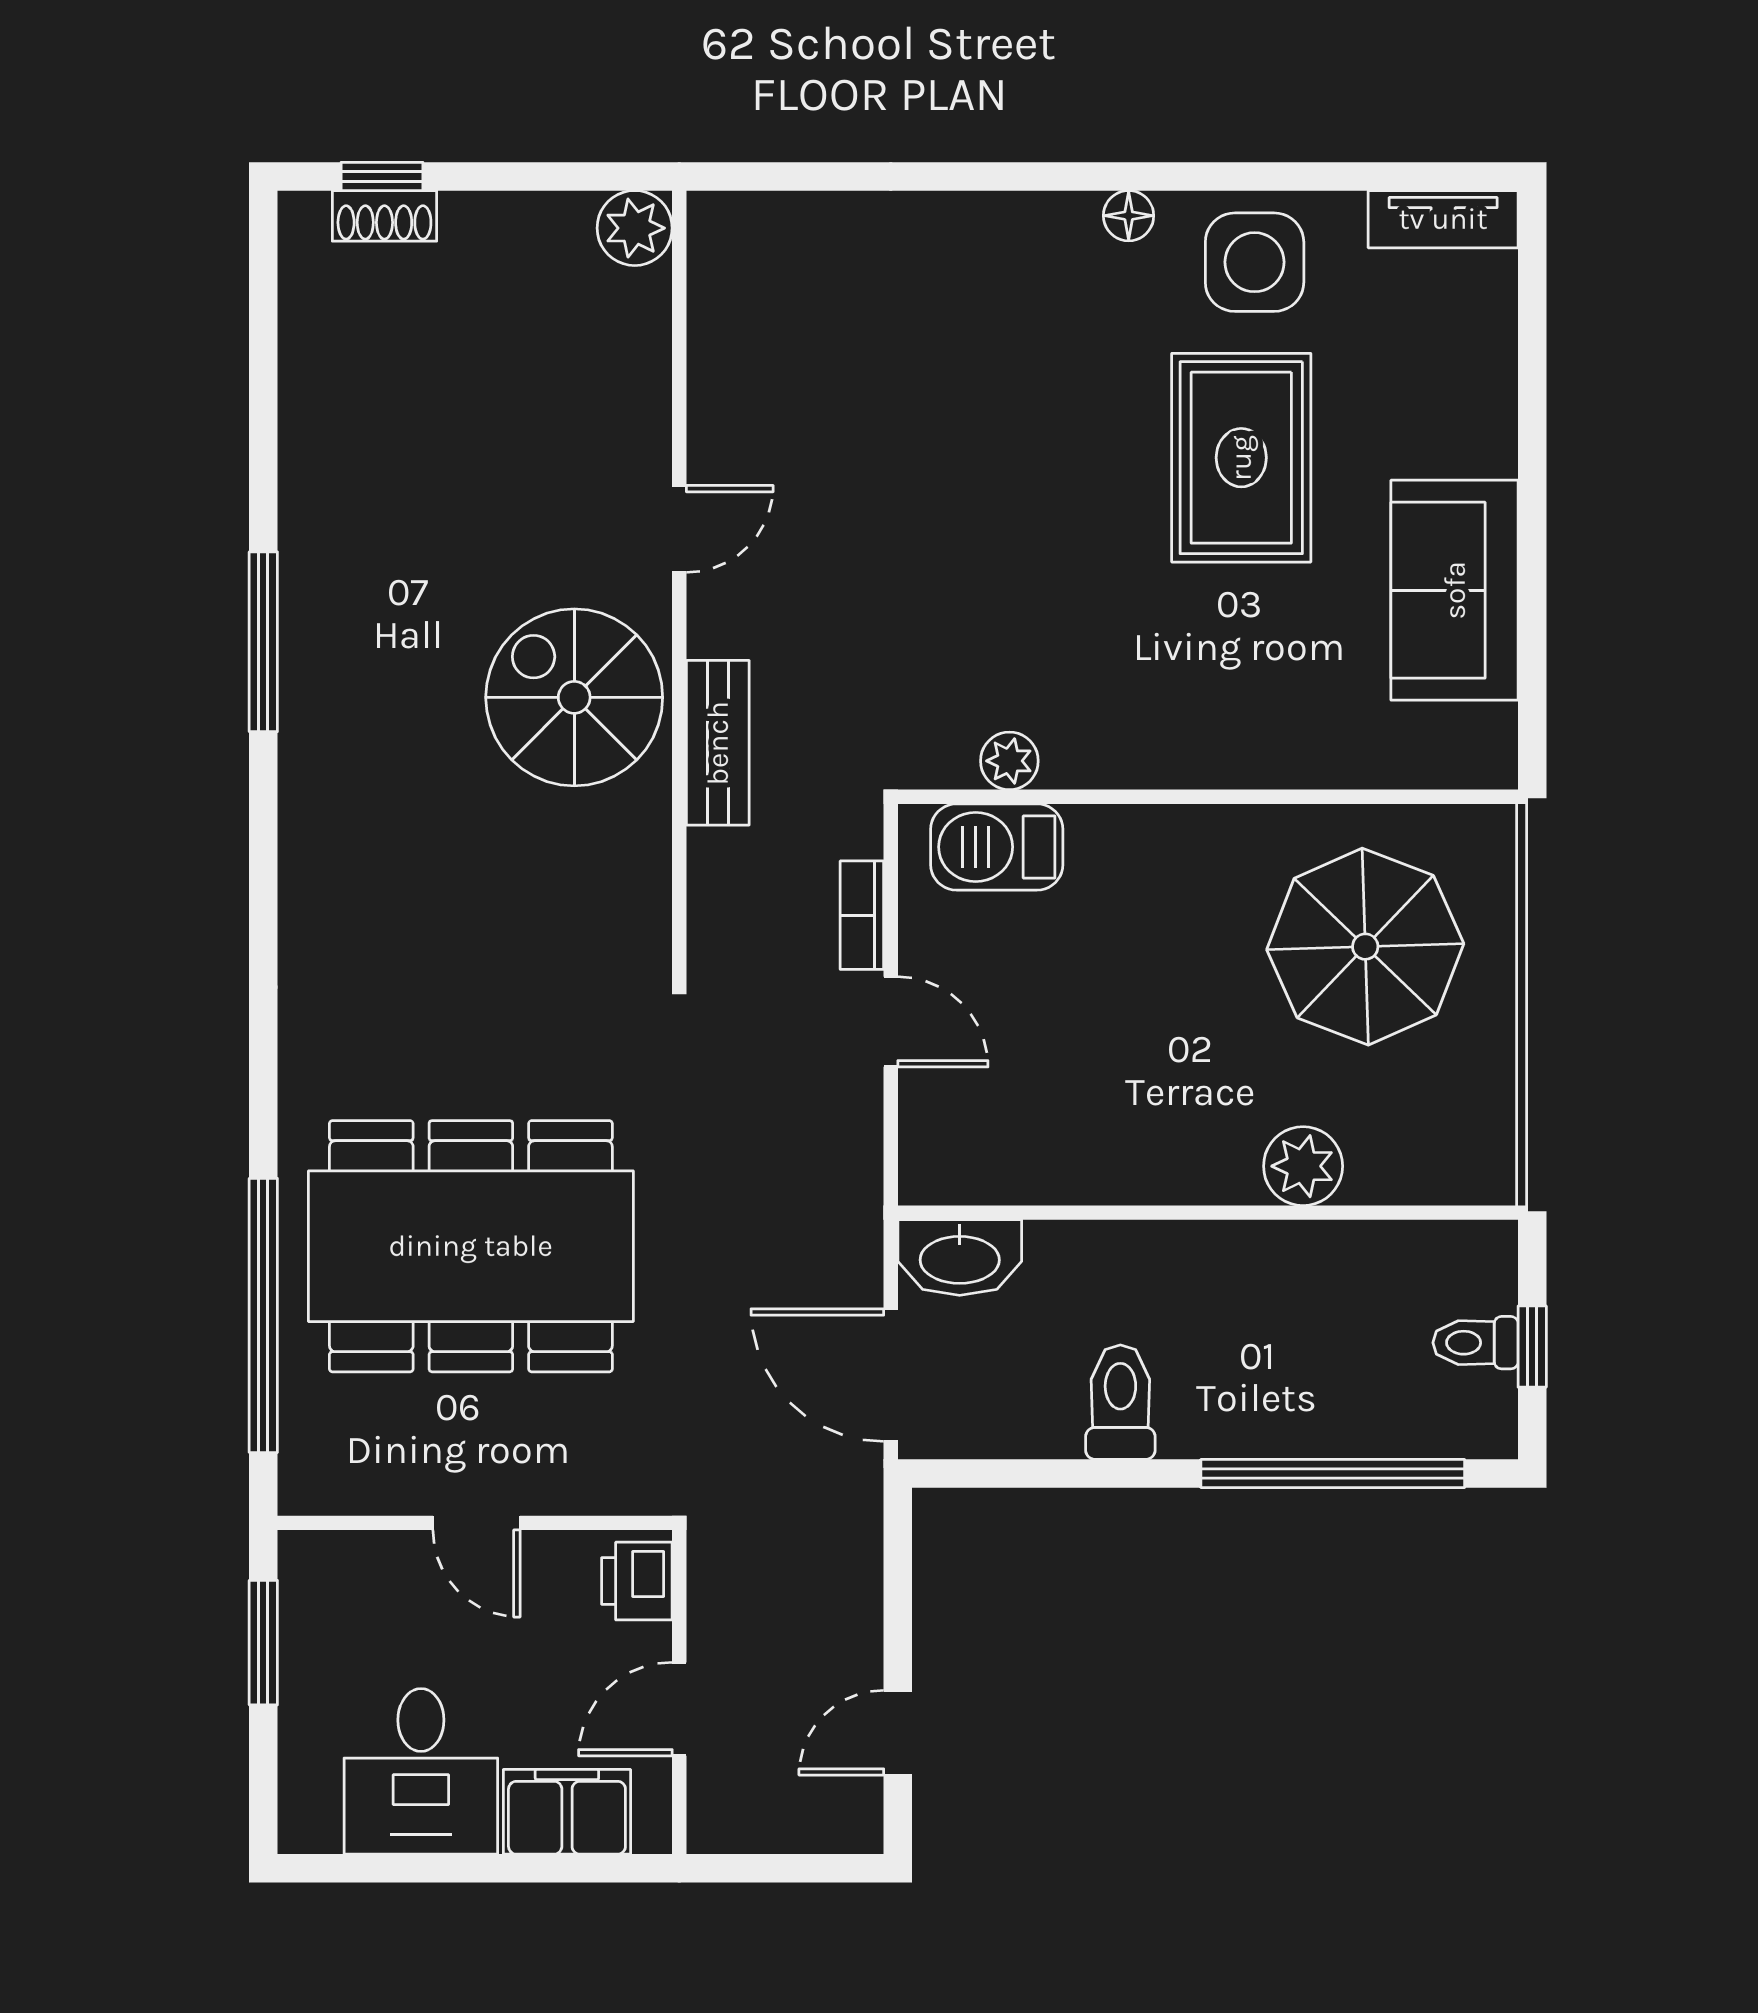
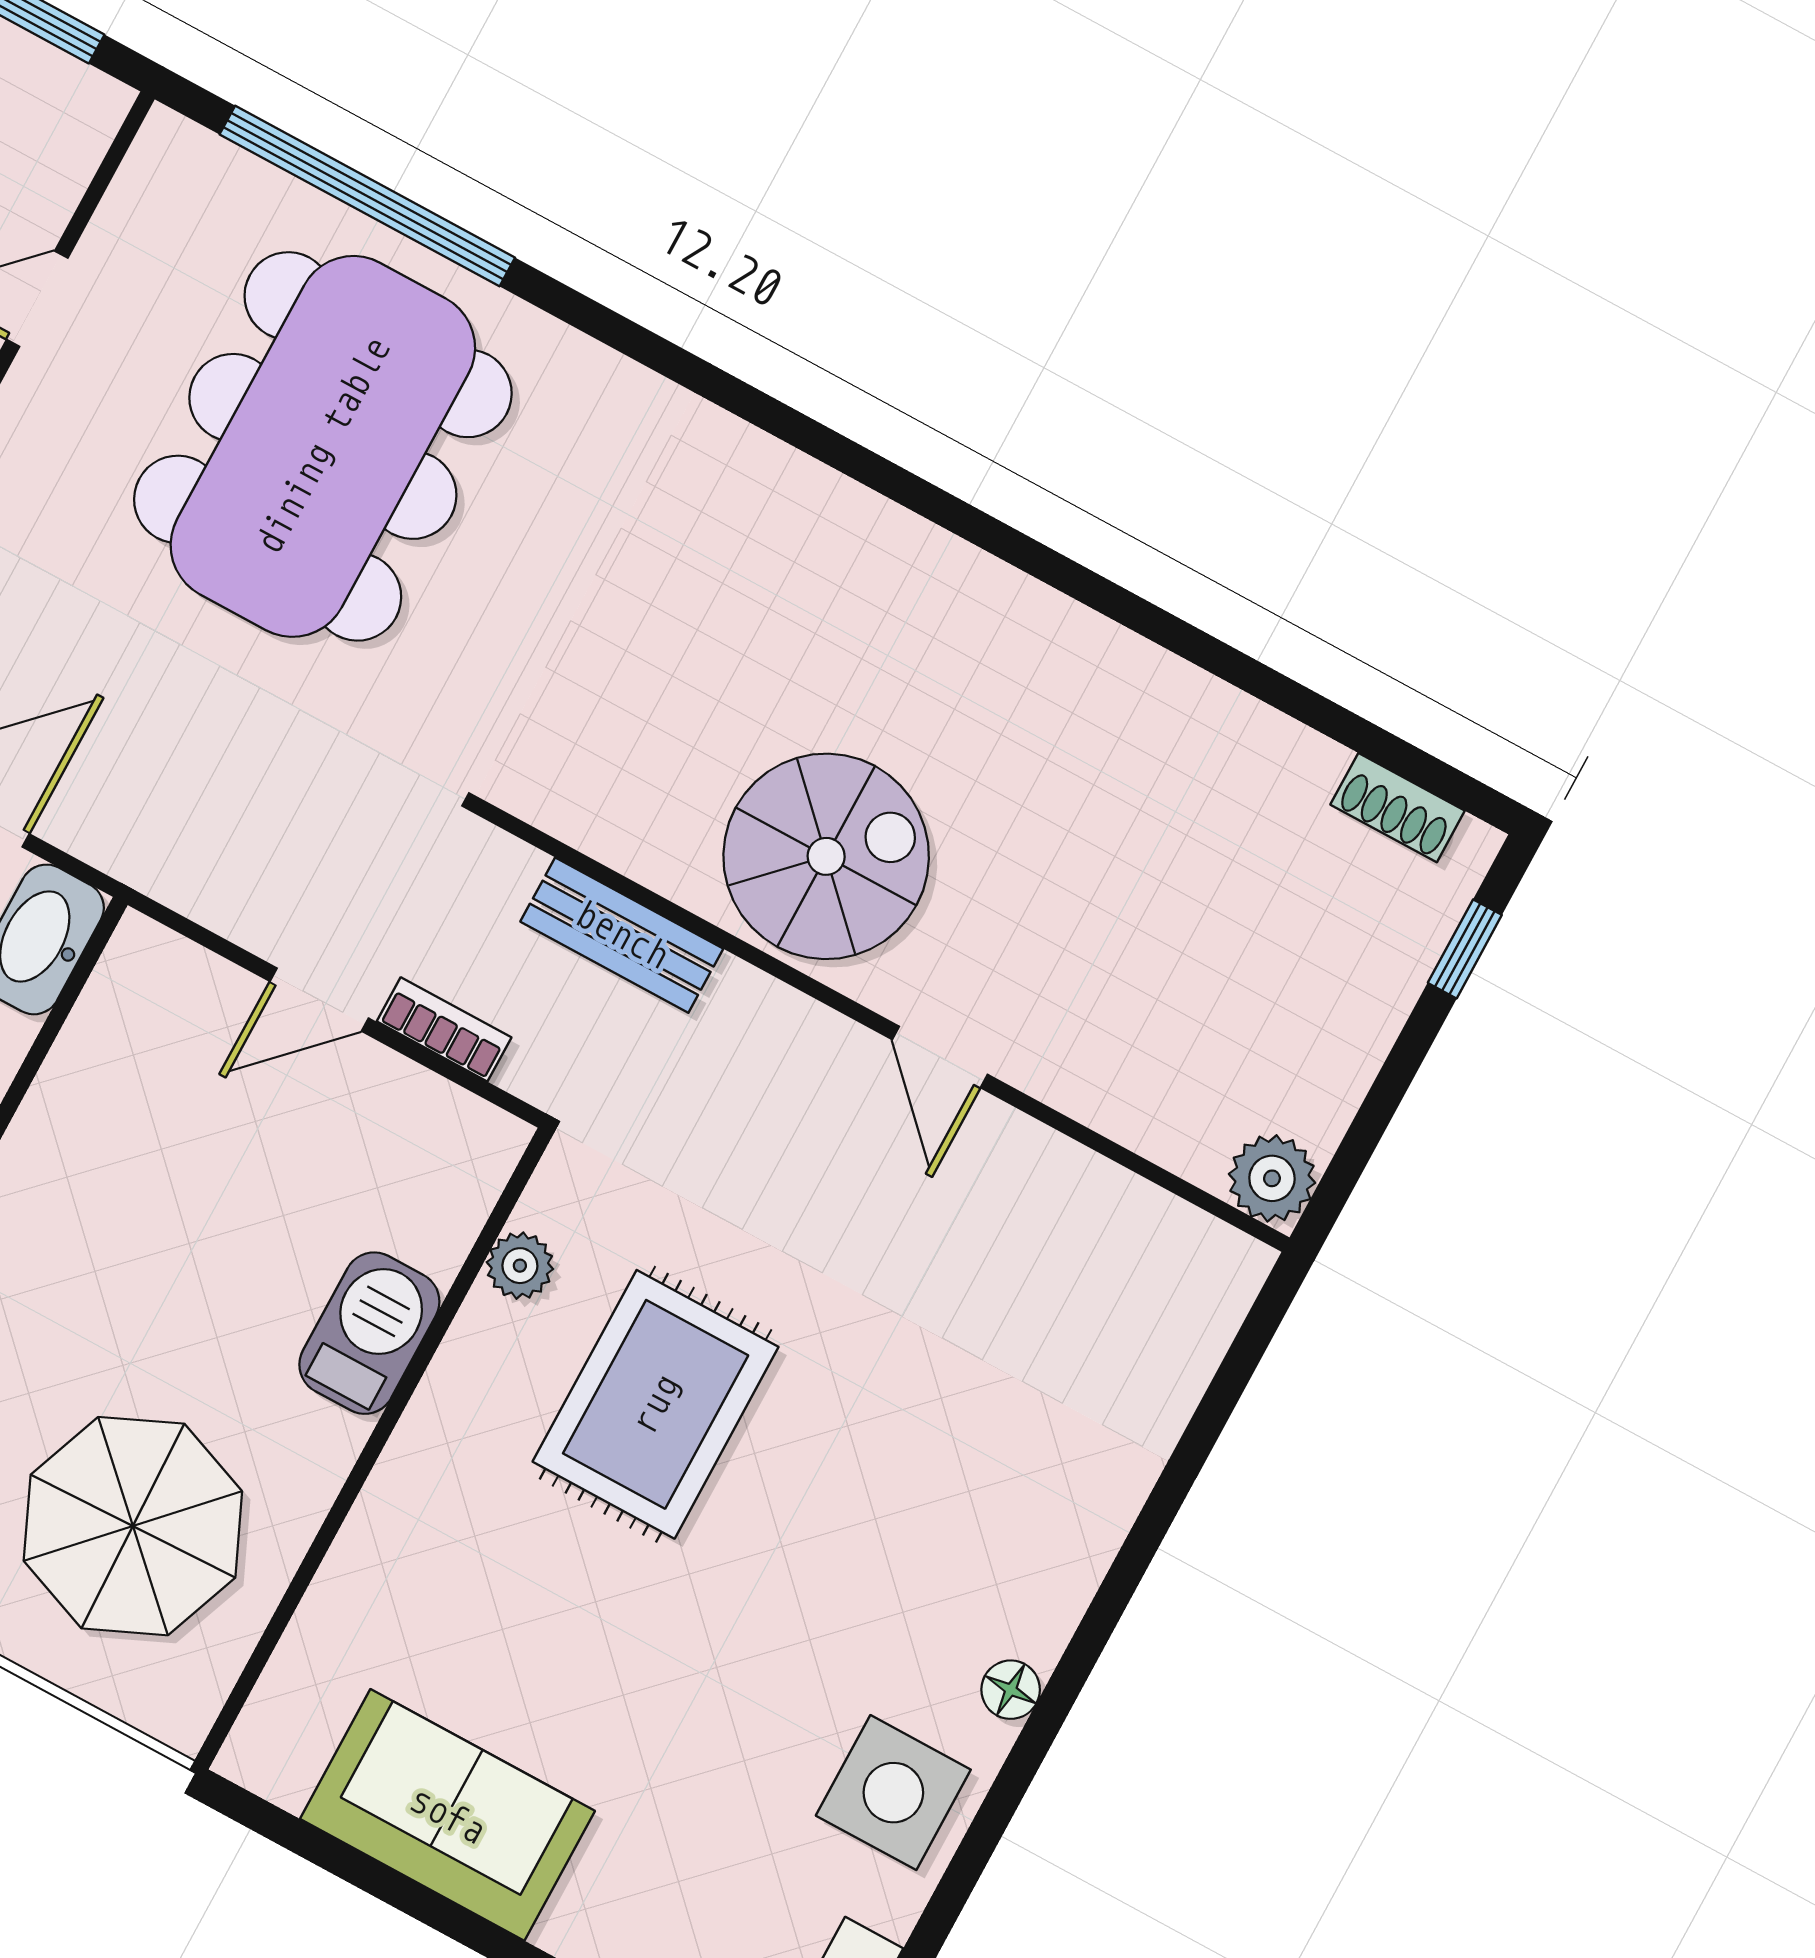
shoe rack: (384, 216) -> (1398, 808), moved, turned -90
rug: (1241, 458) -> (656, 1404), moved, turned 90
window: (263, 642) -> (1055, 570), removed
bench: (718, 743) -> (622, 935), moved
barbecue: (997, 847) -> (369, 1333), moved

